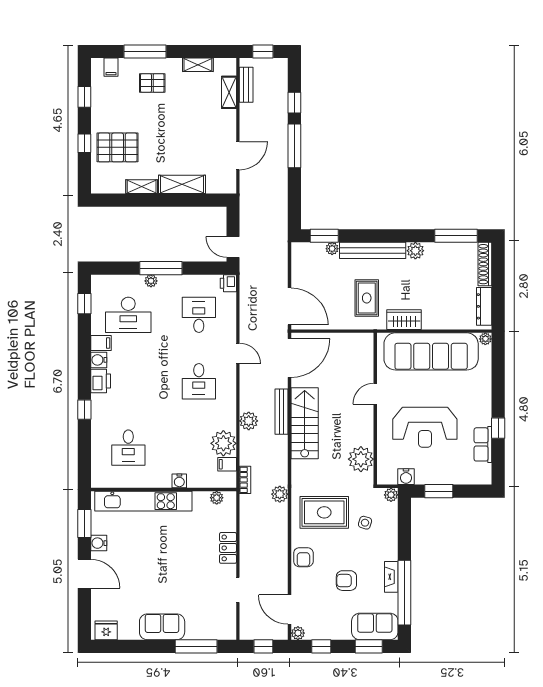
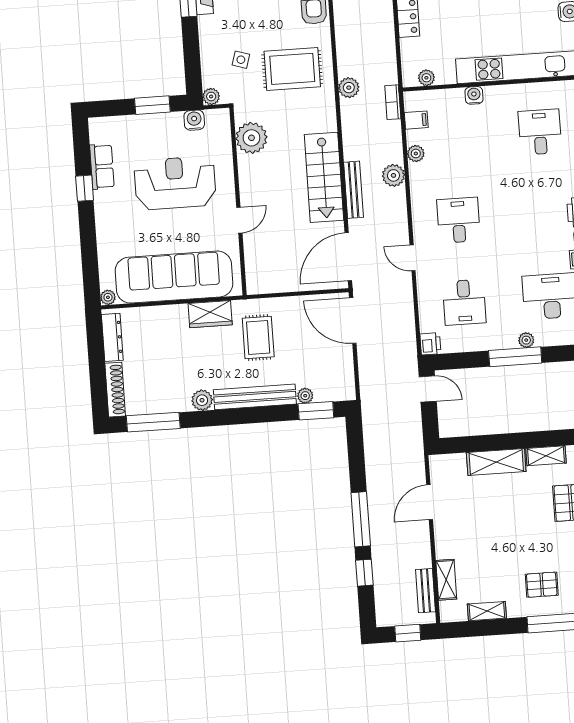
plant: (223, 443) -> (416, 154), width x0.53, depth x0.53

